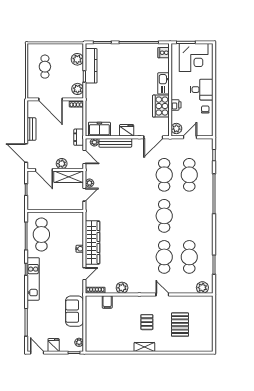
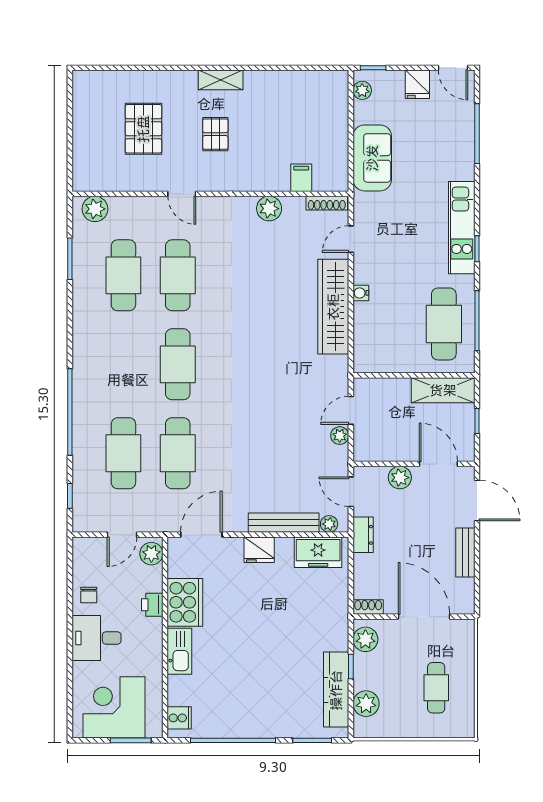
shelving: (69, 177) -> (443, 390), moved

